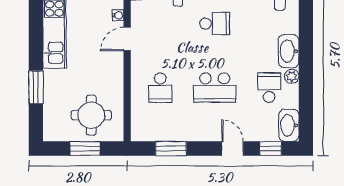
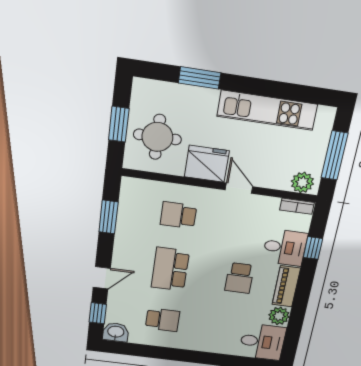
water cooler: (118, 15) -> (267, 182), removed
washbasin: (289, 51) -> (198, 342), removed
fridge: (109, 70) -> (207, 164), added
plant: (292, 76) -> (171, 341), removed
washbasin: (289, 125) -> (116, 332), width x0.72

